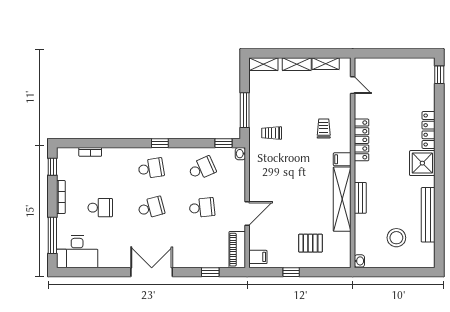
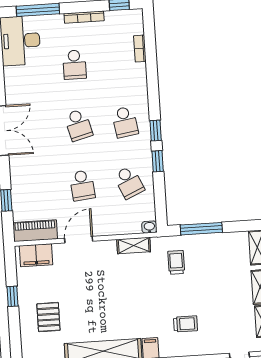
window: (223, 143) -> (158, 161), moved
shelving: (255, 168) -> (134, 246), added
door: (247, 214) -> (79, 240), swing flipped
filing cabinet: (258, 257) -> (36, 255), width x2.00

